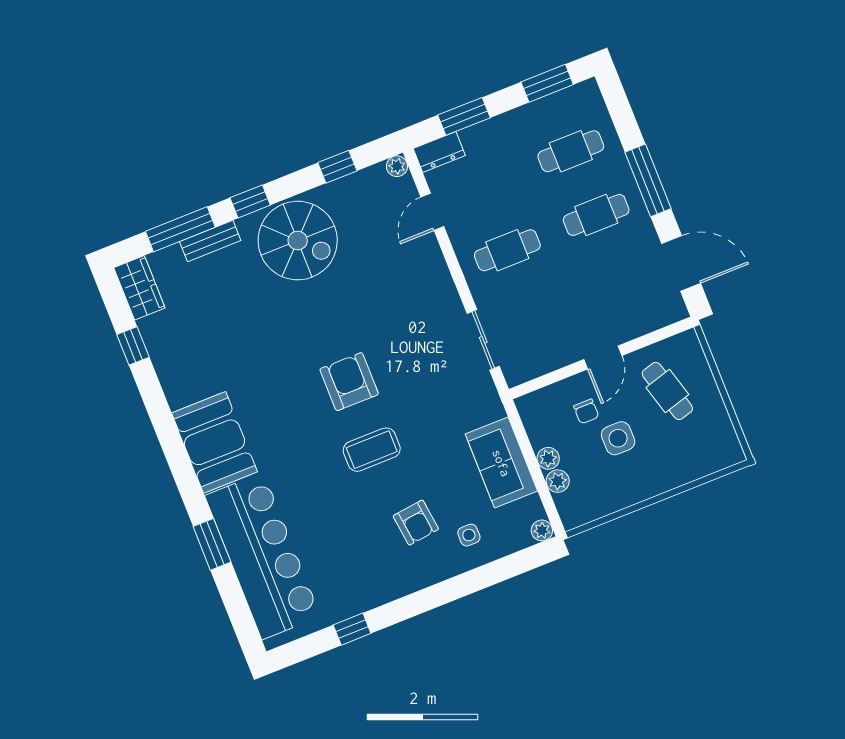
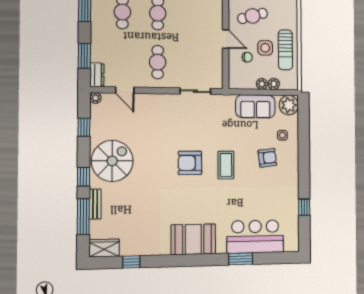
sun lounger: (631, 478) -> (285, 50), added
plant: (542, 530) -> (289, 105), width x1.88, depth x1.88
bar counter: (263, 556) -> (255, 237), width x0.73

